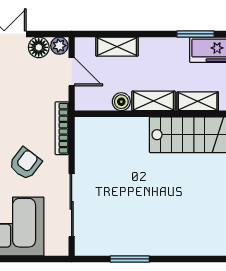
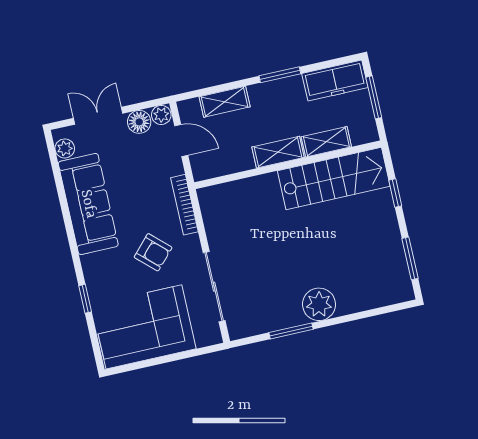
window: (195, 34) -> (280, 75), moved
boiler: (121, 102) -> (243, 161), removed
armchair: (25, 163) -> (153, 252), turned 96
plant: (159, 241) -> (319, 304), added

